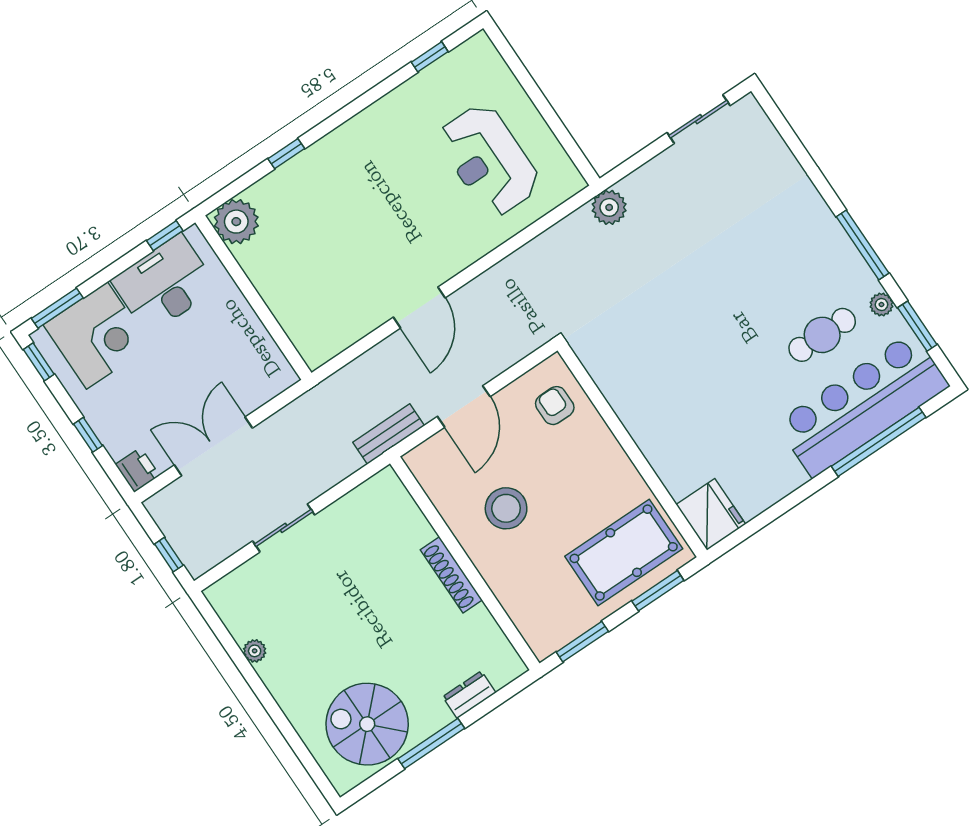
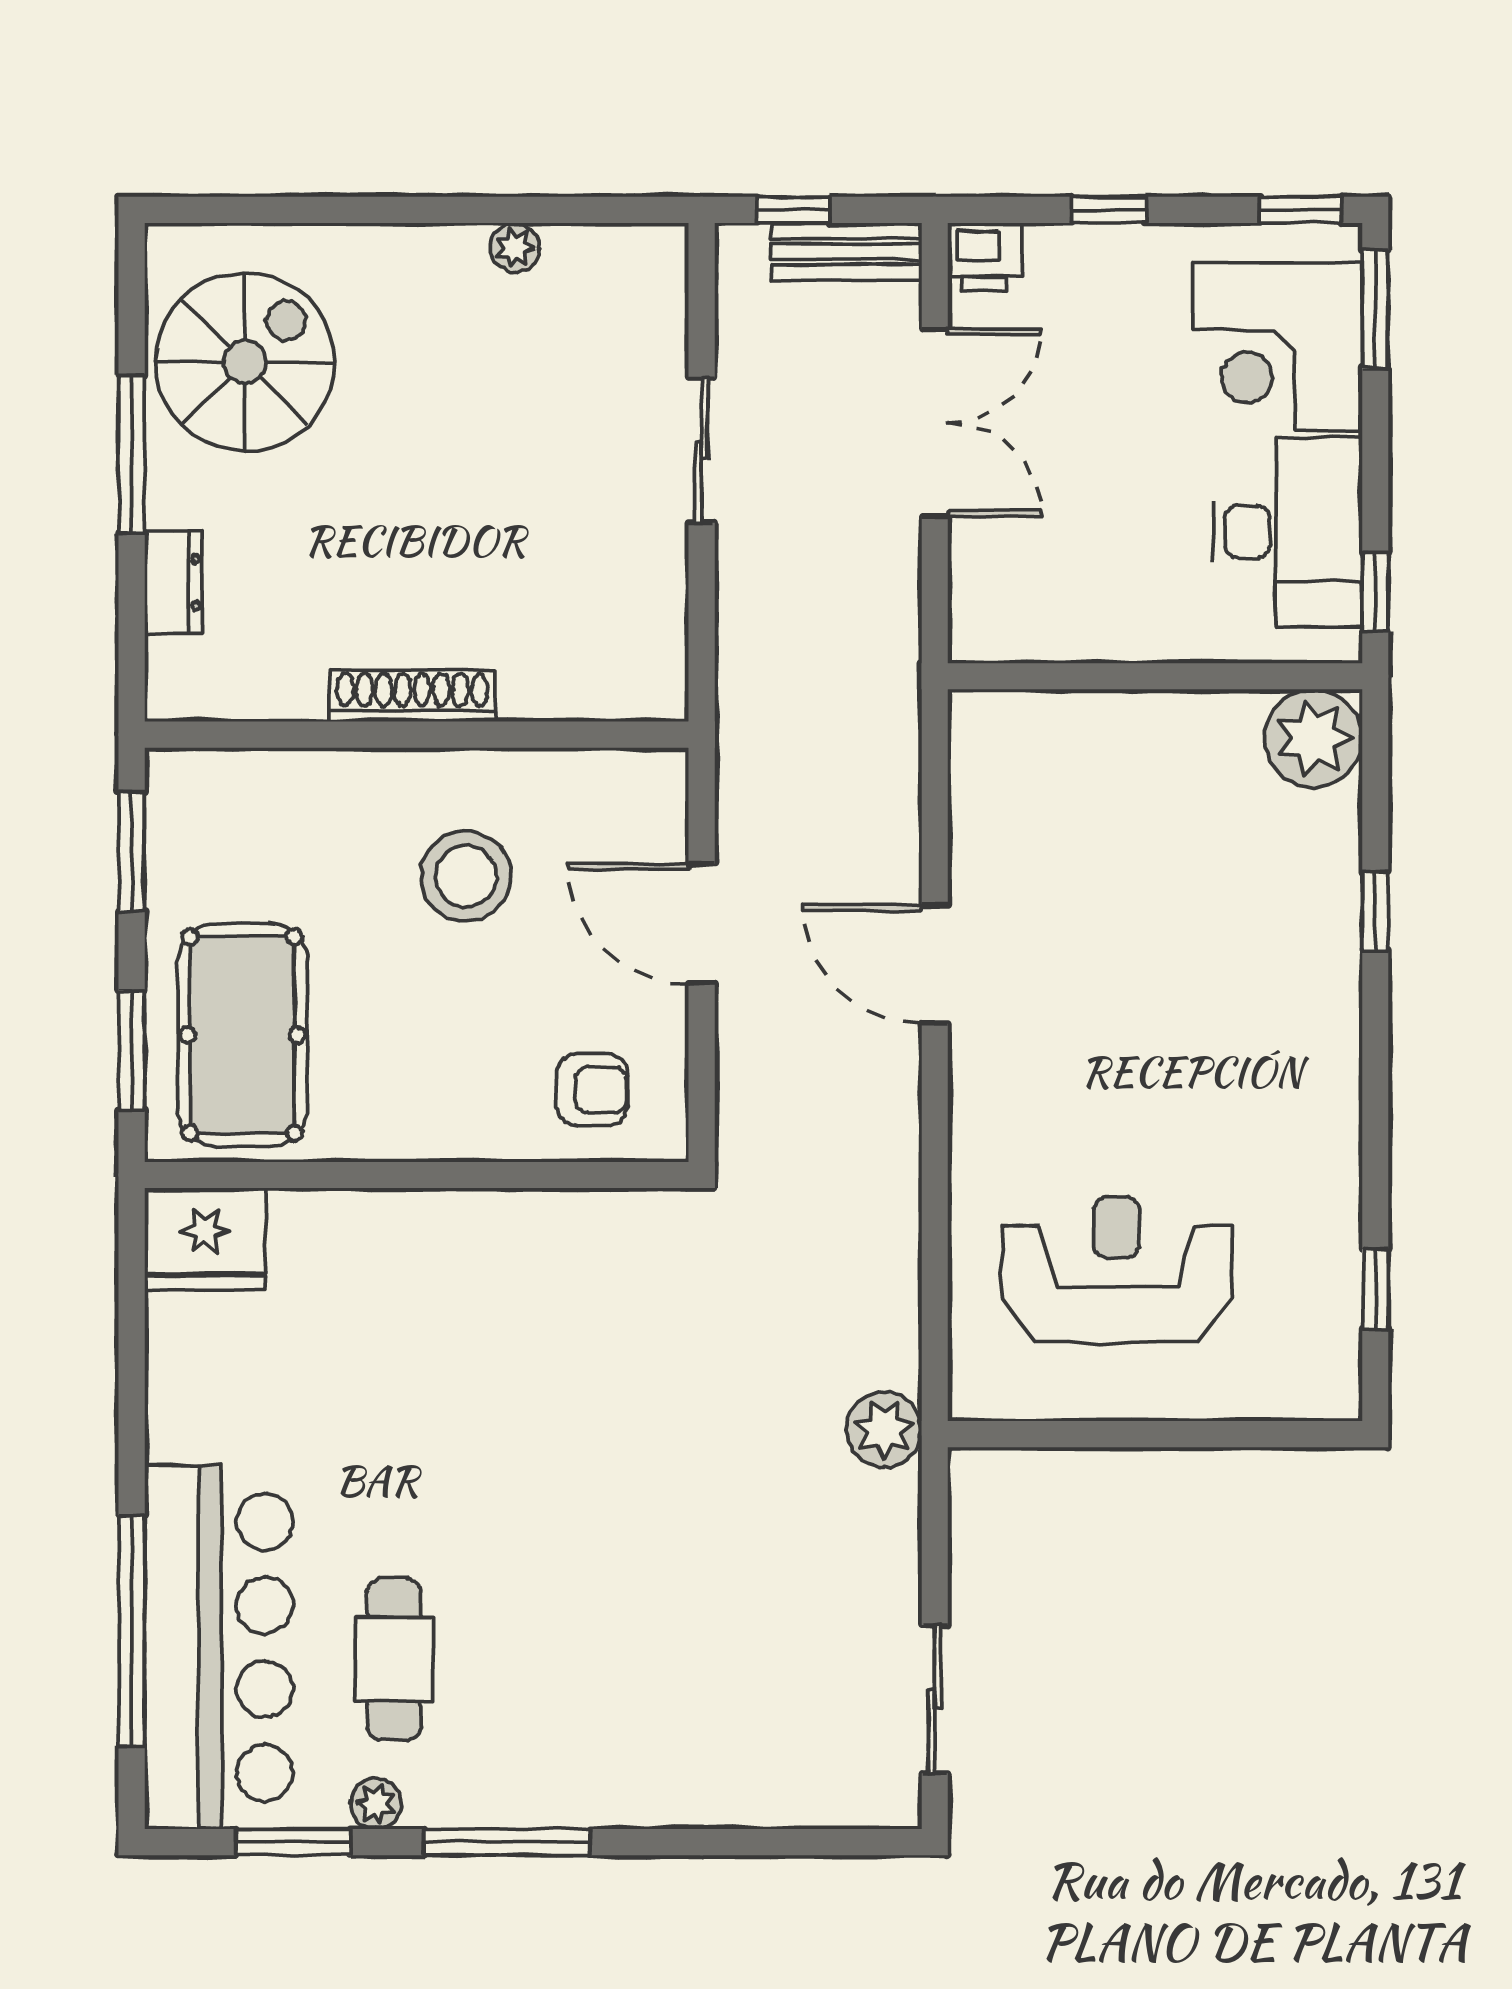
bench: (389, 434) -> (846, 252), moved, turned 90

